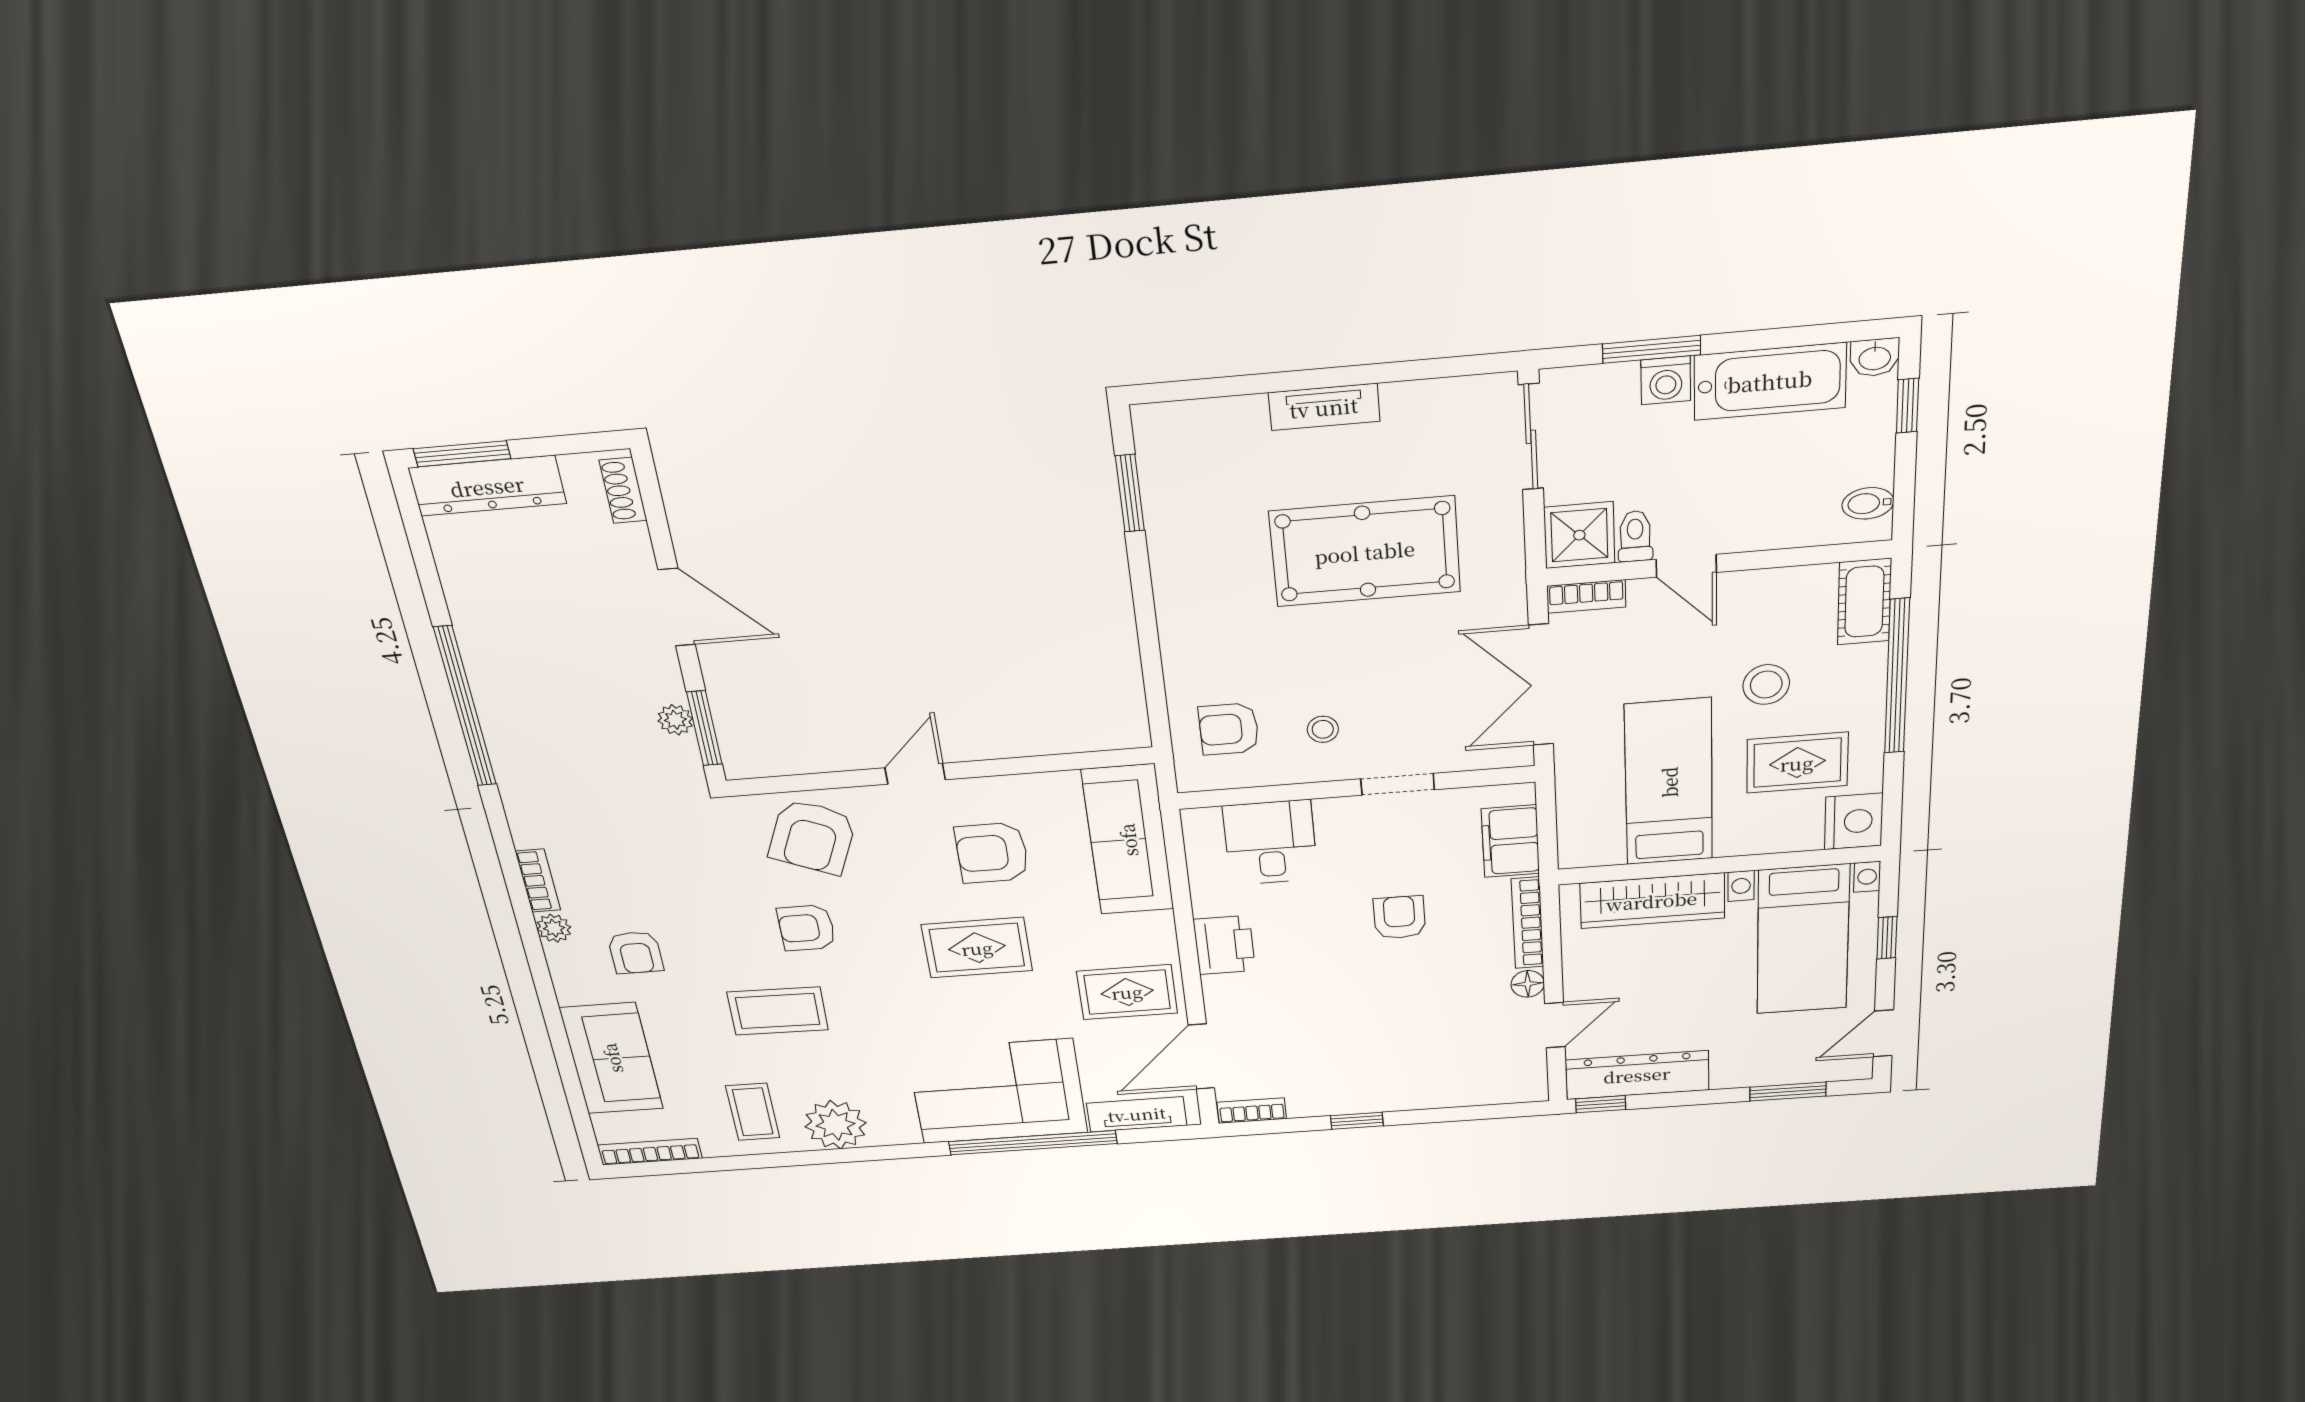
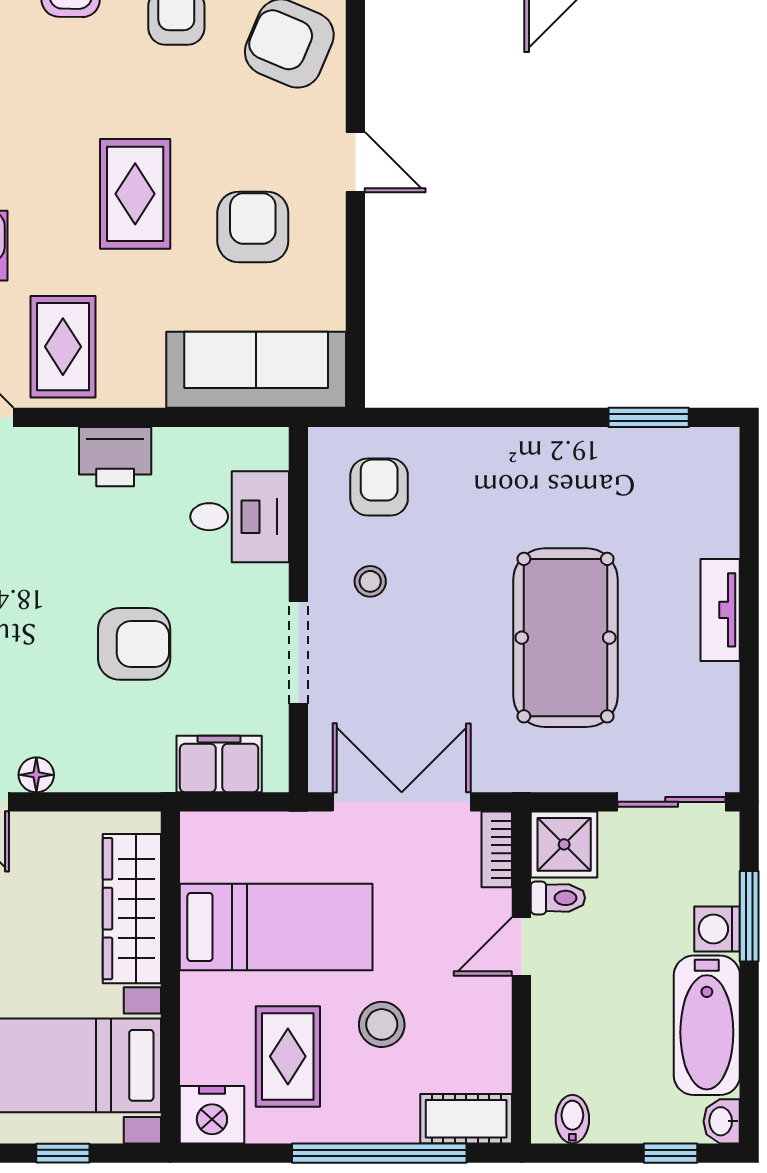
doorway: (1398, 784) -> (298, 652), width x1.38
armchair: (1399, 917) -> (134, 644), width x1.38, depth x1.38
bookcase: (1527, 923) -> (115, 778), removed

